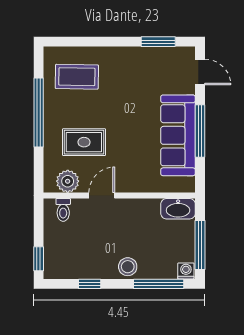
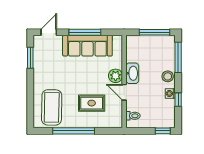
coffee table: (77, 77) -> (52, 107), width x1.36, depth x1.32
rug: (84, 142) -> (92, 103), turned 90
plant: (68, 181) -> (116, 76), moved
washbasin: (178, 209) -> (132, 73), moved
washing machine: (186, 271) -> (170, 93), moved

